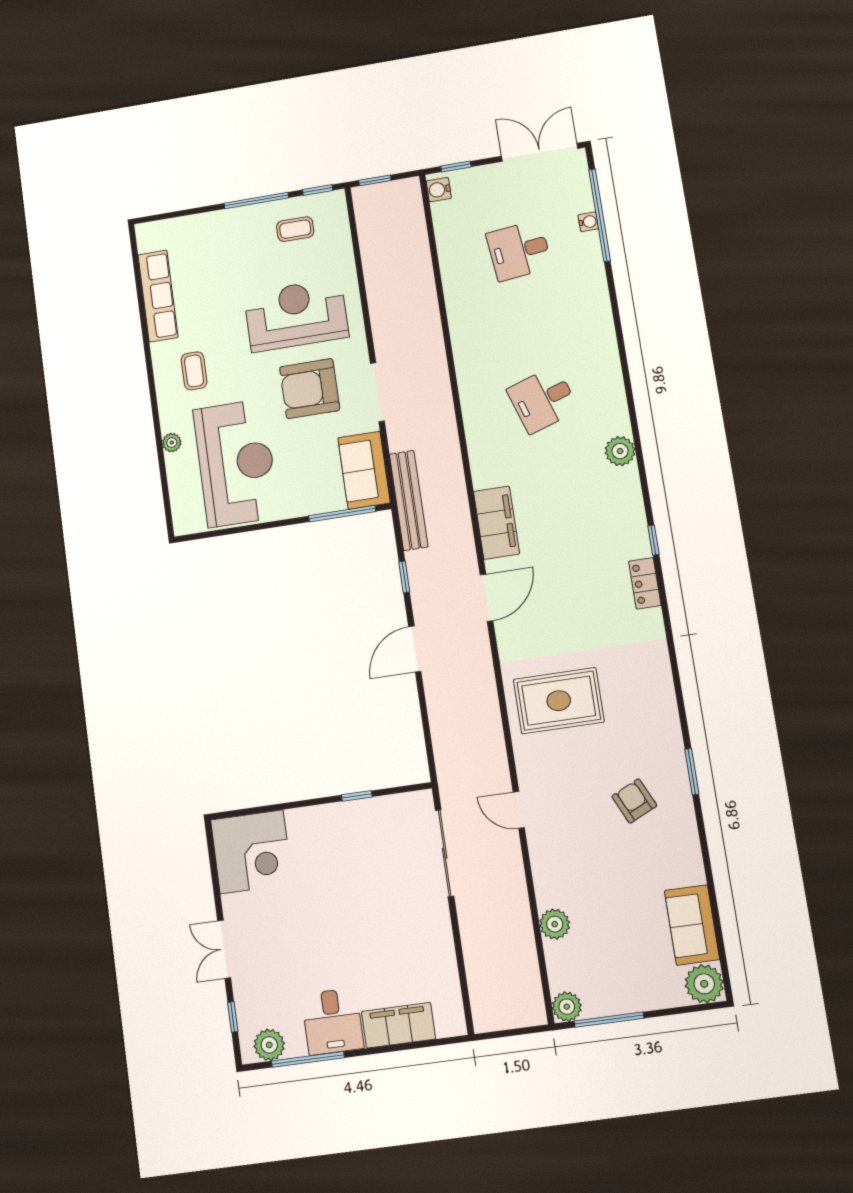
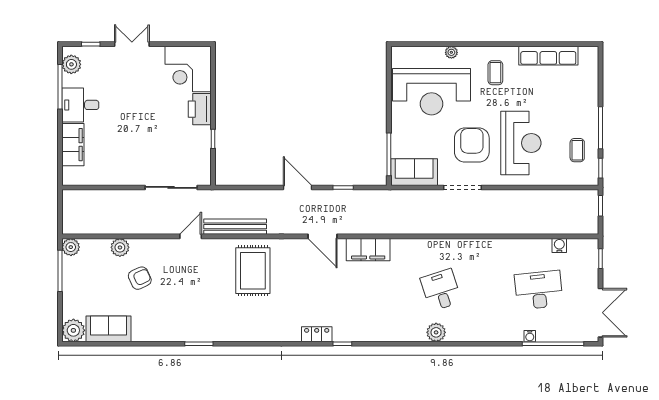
water cooler: (439, 190) -> (559, 245), moved
water cooler: (588, 222) -> (530, 336), moved
desk: (519, 251) -> (539, 290), width x1.37
coffee table: (194, 371) -> (495, 73), turned 90
plant: (620, 451) -> (436, 332), moved
bench: (409, 500) -> (235, 227), moved
armchair: (634, 801) -> (140, 278), moved
printer: (313, 824) -> (200, 109), added

